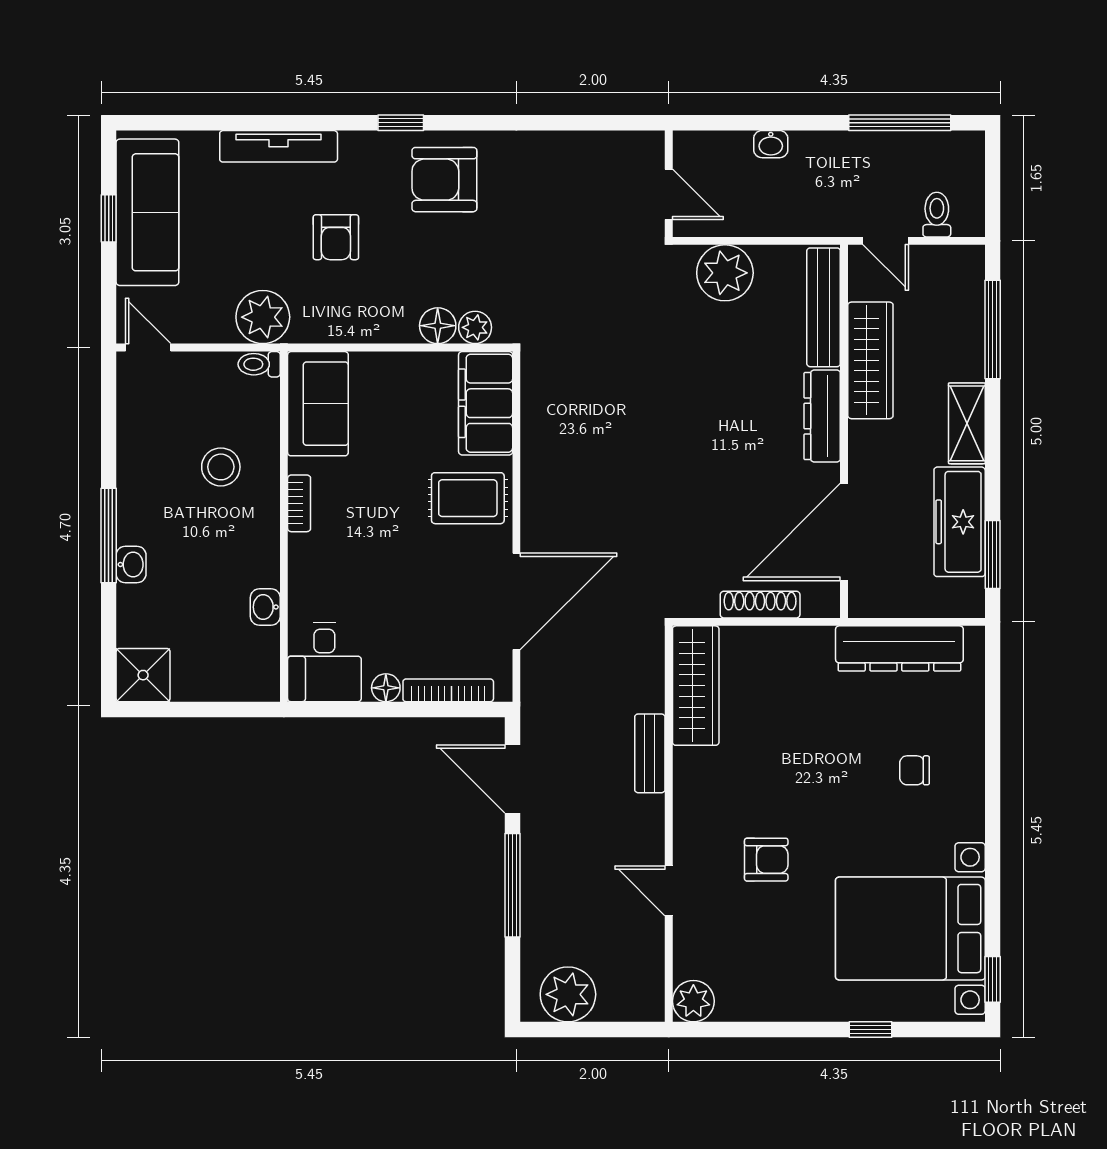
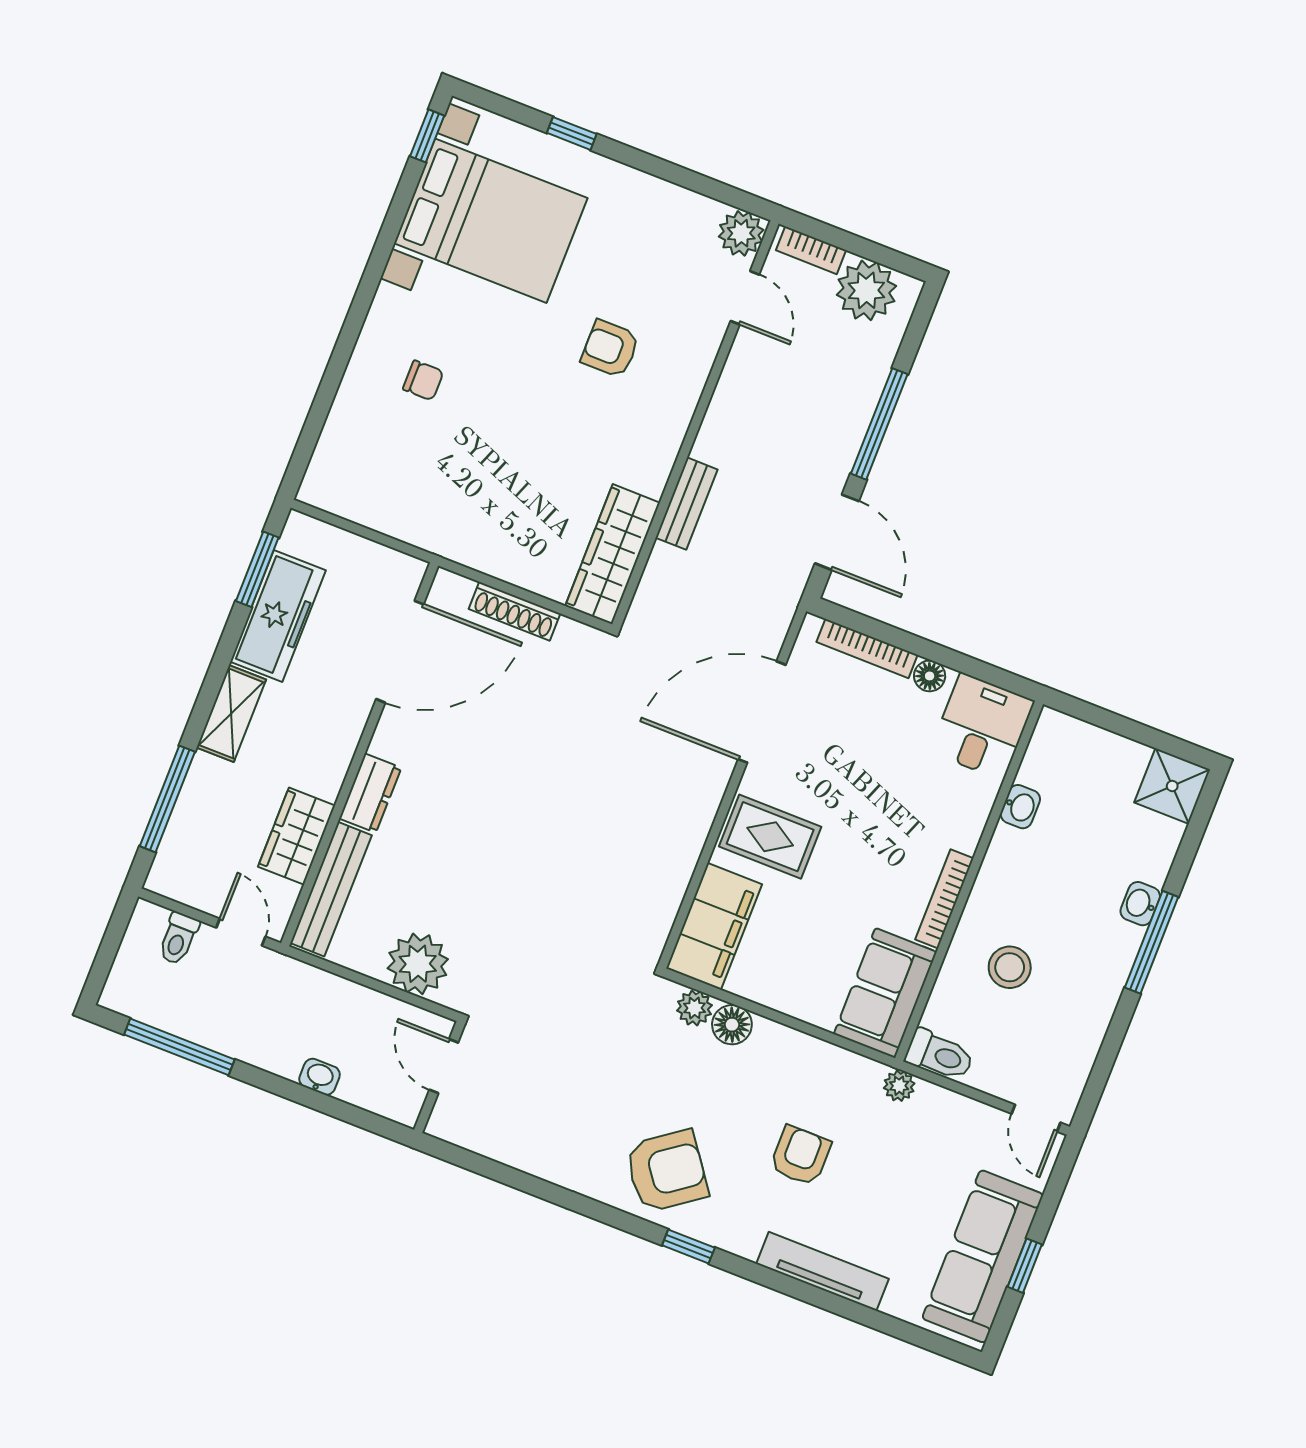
armchair: (444, 180) -> (667, 1171), turned -36
plant: (263, 317) -> (899, 1086), width x0.53, depth x0.53
wardrobe: (870, 360) -> (297, 836), width x0.67
toilet: (259, 364) -> (940, 1055), width x1.37, depth x1.39
dresser: (822, 416) -> (370, 793), width x0.70
bookcase: (299, 503) -> (944, 899), width x1.56
dresser: (899, 648) -> (390, 511), removed
door: (669, 891) -> (745, 298), moved
bookcase: (628, 1010) -> (811, 250), added

